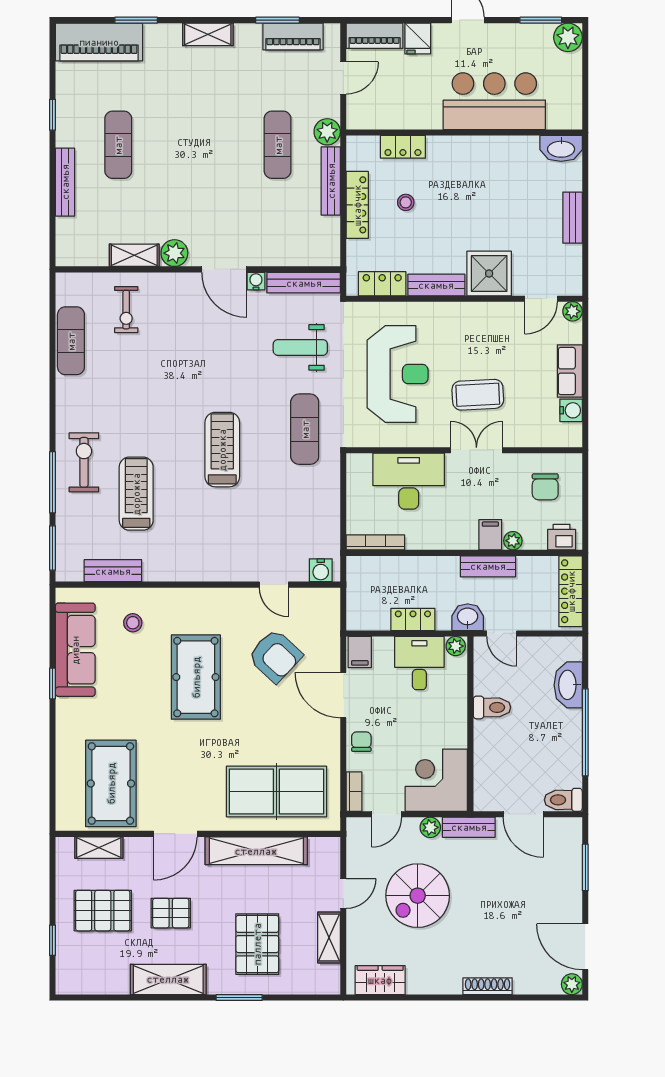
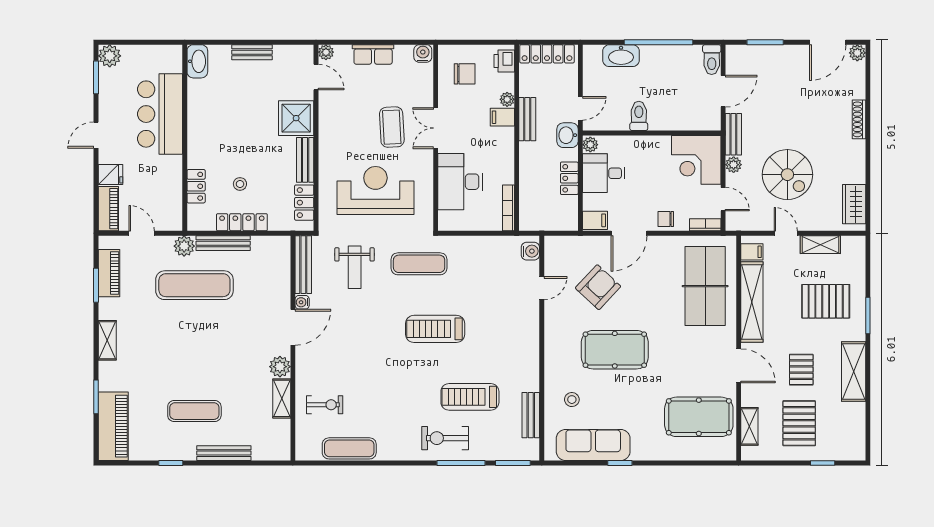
exercise mat: (278, 145) -> (194, 285), width x1.36, depth x1.45
water cooler: (571, 410) -> (423, 53), moved
filing cabinet: (320, 851) -> (752, 252), added

